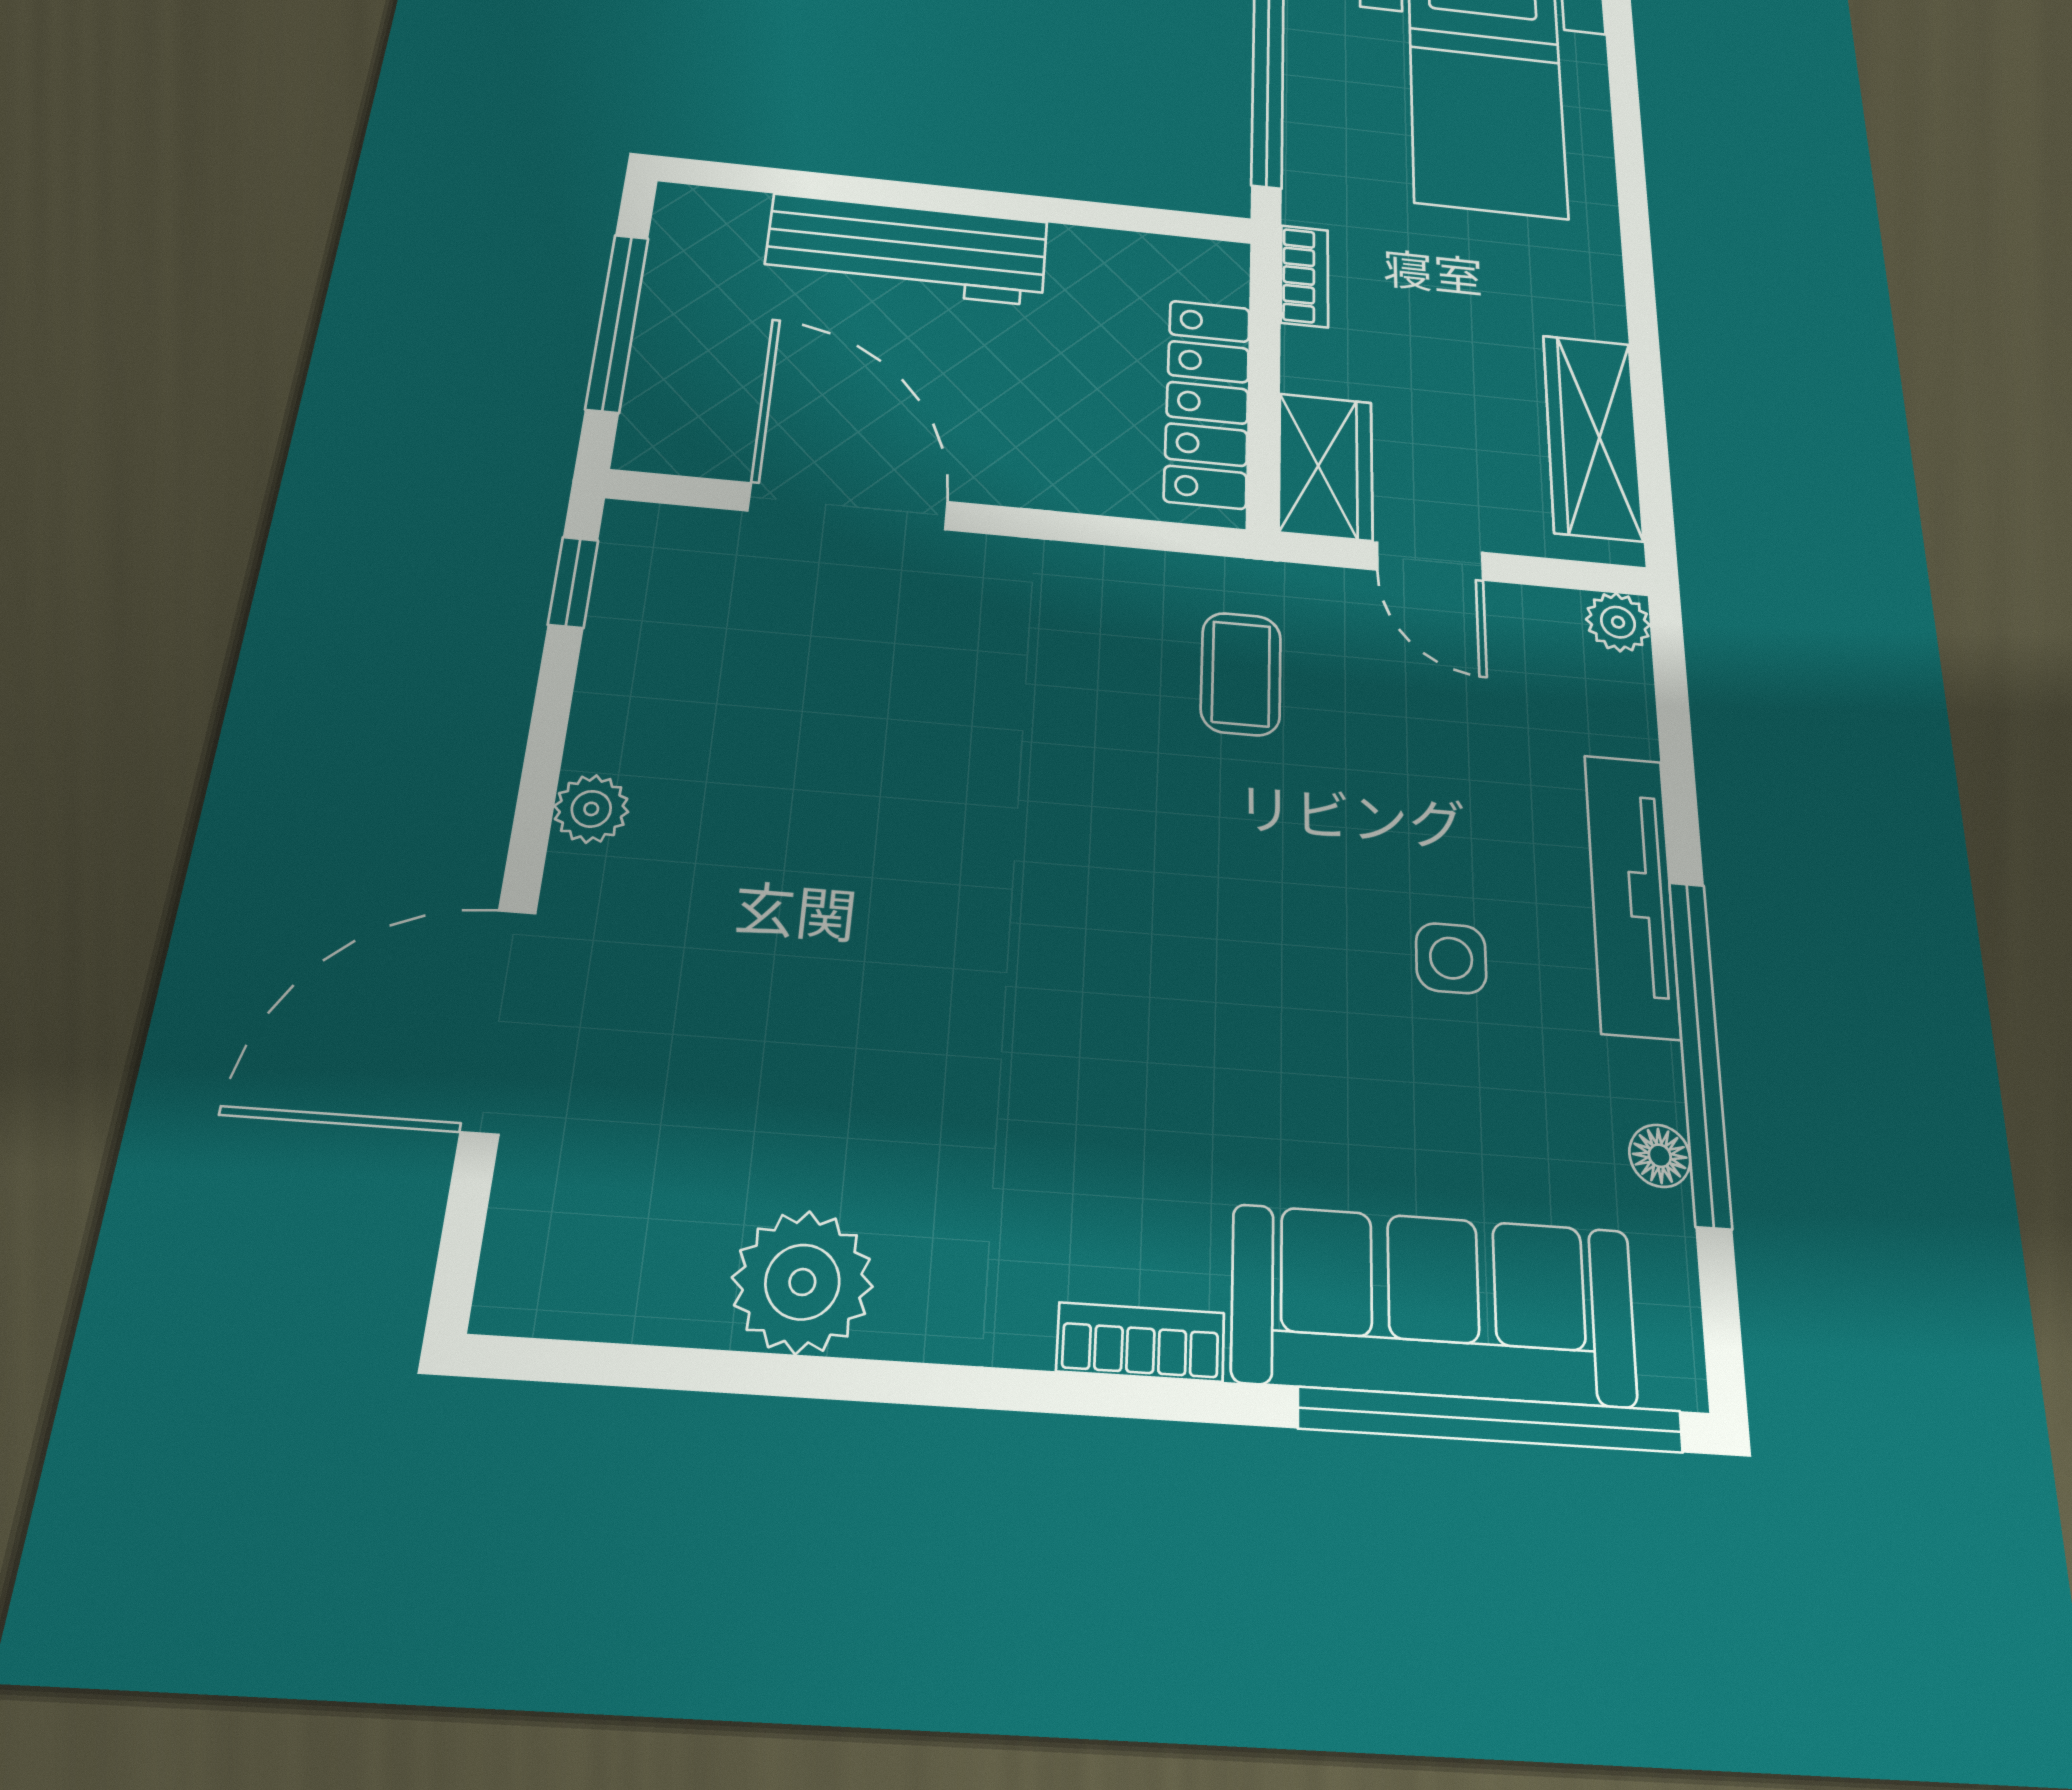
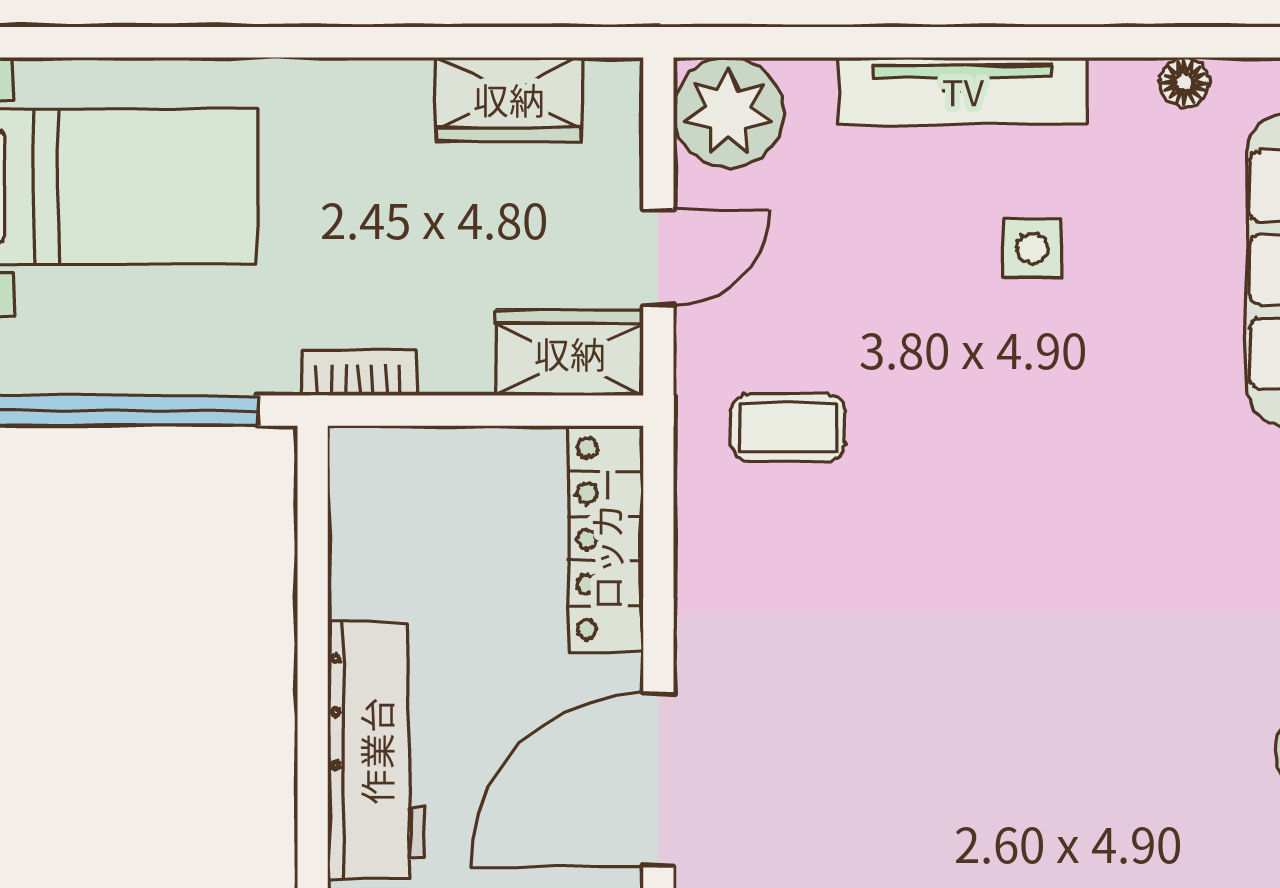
locker: (1207, 403) -> (606, 539), moved, turned 90
wardrobe: (1592, 437) -> (509, 99), width x0.67
plant: (1618, 622) -> (729, 113), width x1.88, depth x1.88
window: (1700, 1050) -> (1094, 42), removed

